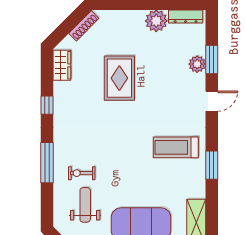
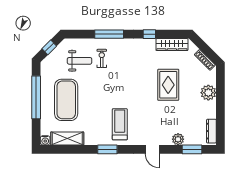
plant: (156, 21) -> (208, 93), moved
window: (212, 60) -> (192, 149), moved
wardrobe: (62, 65) -> (172, 45), width x1.50
rug: (119, 78) -> (168, 85), turned 90

